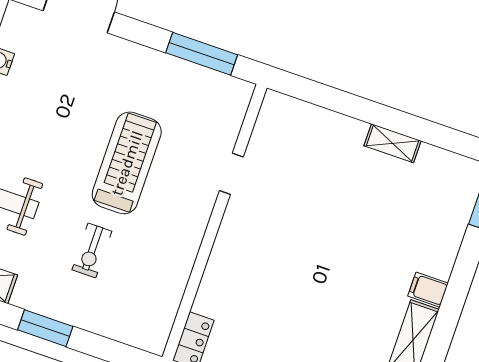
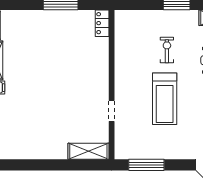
shelving: (393, 143) -> (88, 151), moved, width x1.50, depth x1.33

